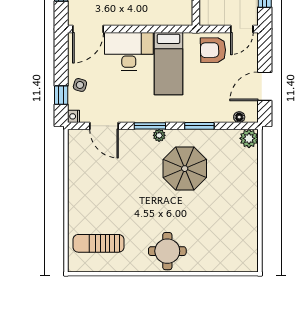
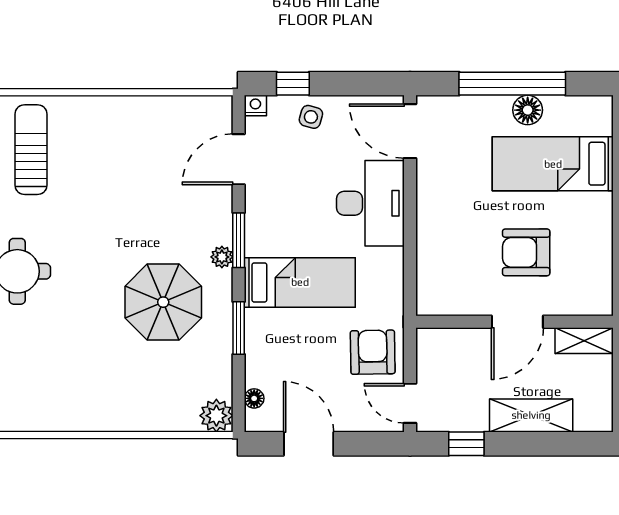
bed: (168, 64) -> (300, 282), moved, turned 180

